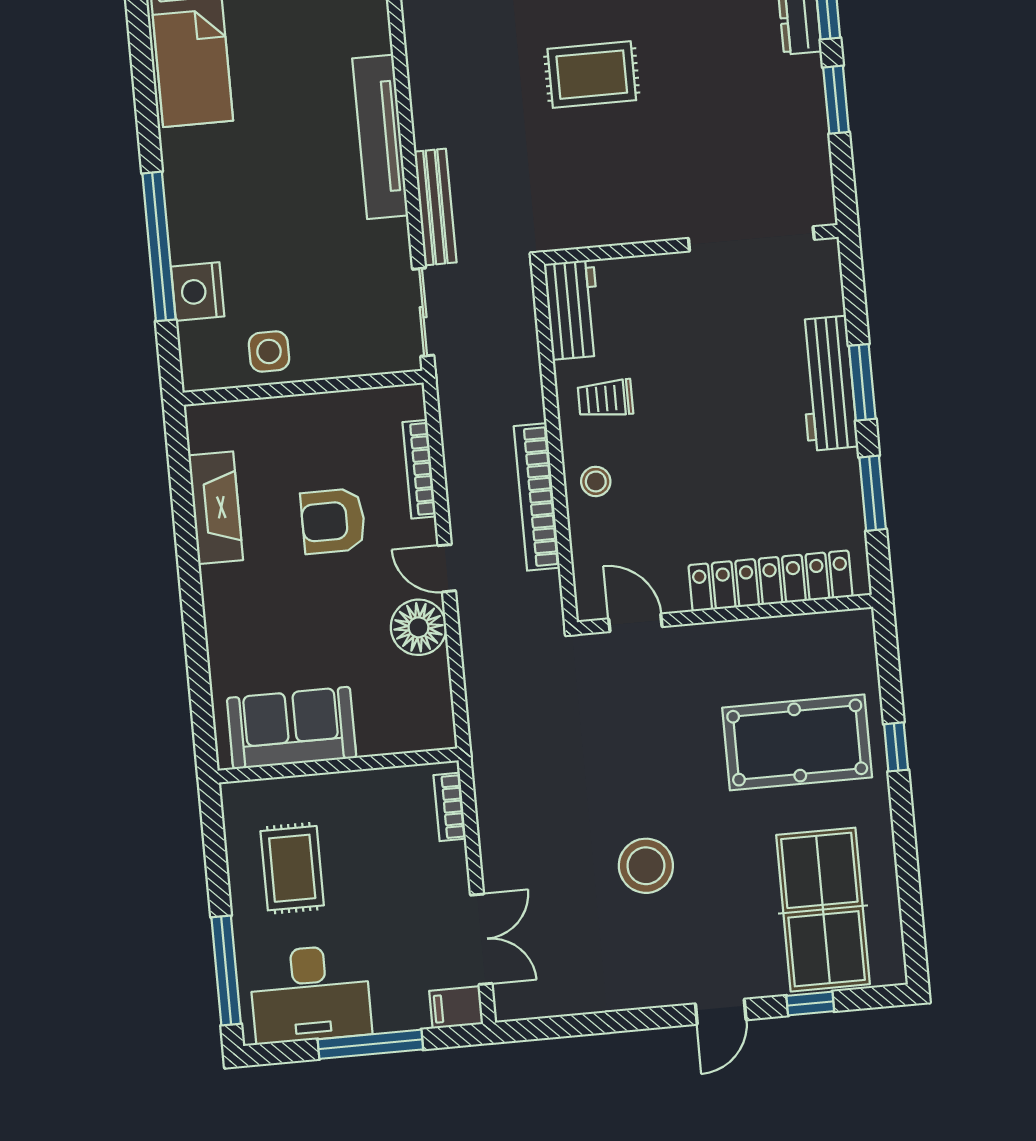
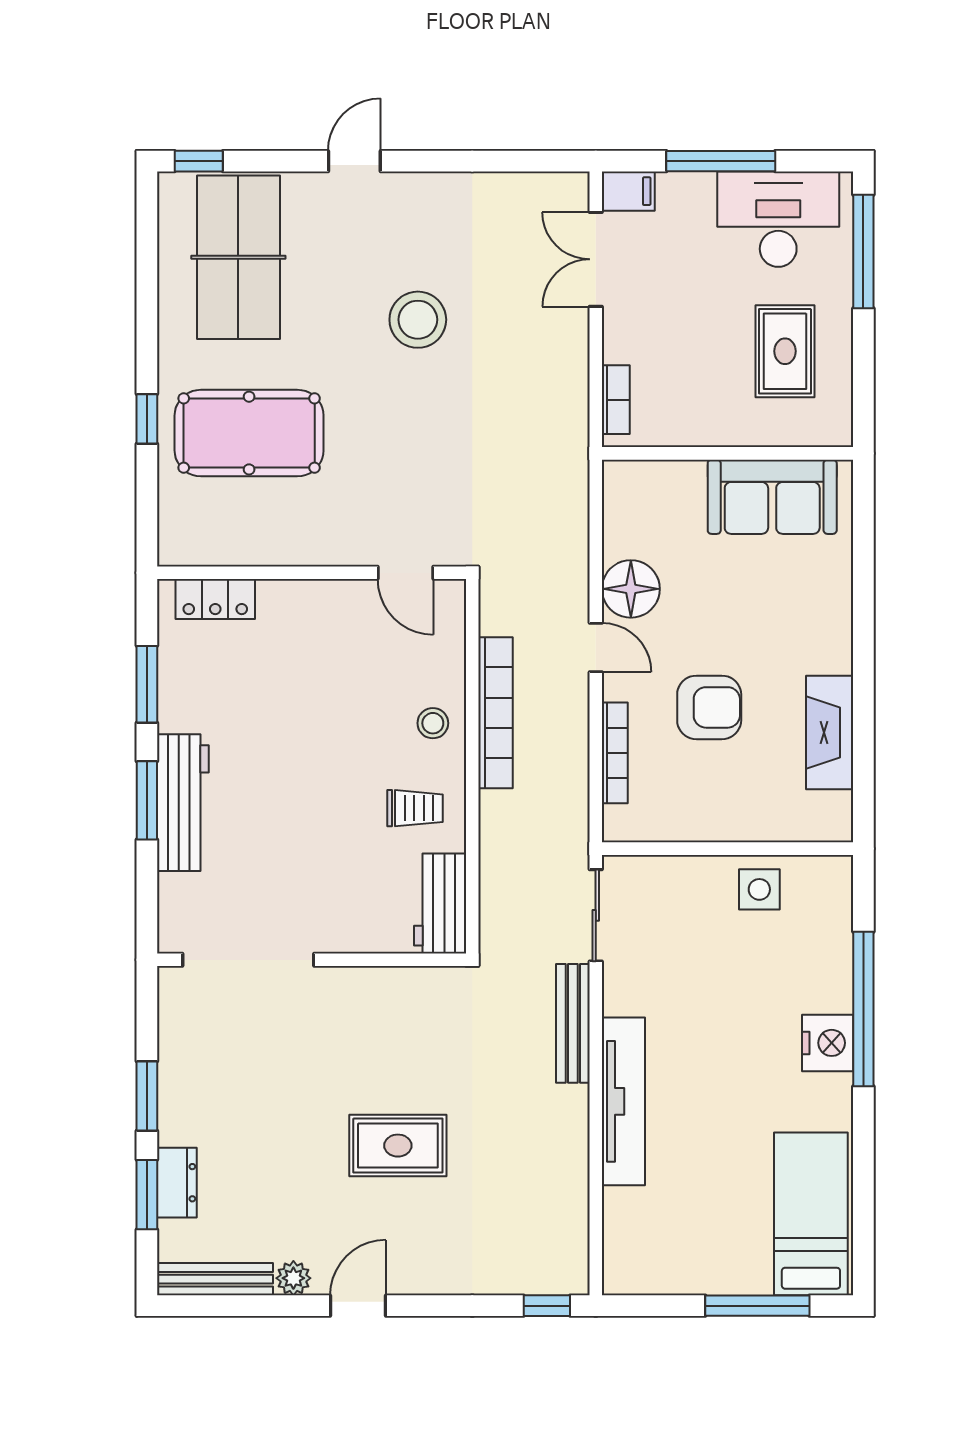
nightstand: (198, 292) -> (828, 1043), moved
locker: (770, 581) -> (215, 599), width x0.46, depth x0.83
window: (810, 1003) -> (199, 161), moved

